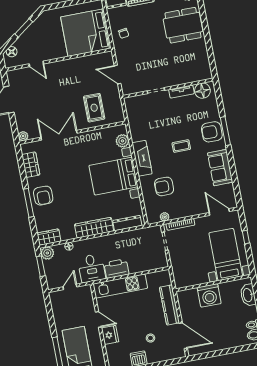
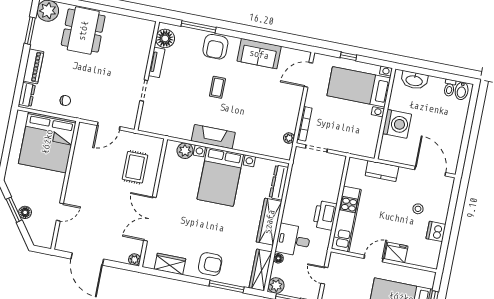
floor lamp: (12, 52) -> (25, 212), moved
rug: (94, 108) -> (135, 167), turned 90
window: (225, 131) -> (199, 27), moved
armchair: (164, 186) -> (255, 125), removed
window: (29, 203) -> (227, 287), moved
wardrobe: (49, 237) -> (260, 270), width x1.50
desk: (92, 268) -> (293, 240), moved, turned 180
kitchen counter: (169, 305) -> (382, 171), width x0.67
door: (183, 336) -> (430, 171), hinge flipped

